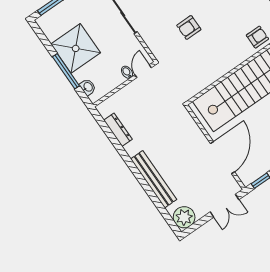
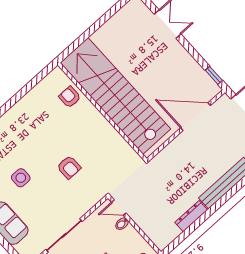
dresser: (118, 130) -> (191, 216), moved

